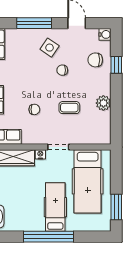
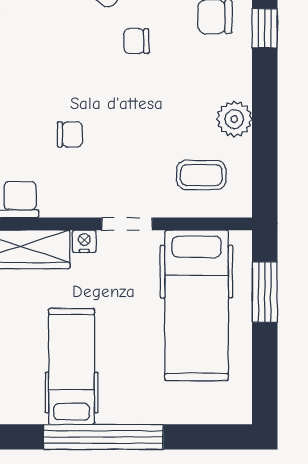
coffee table: (69, 108) -> (201, 175), moved
hospital bed: (55, 207) -> (72, 366), moved
window: (116, 207) -> (265, 292), moved

